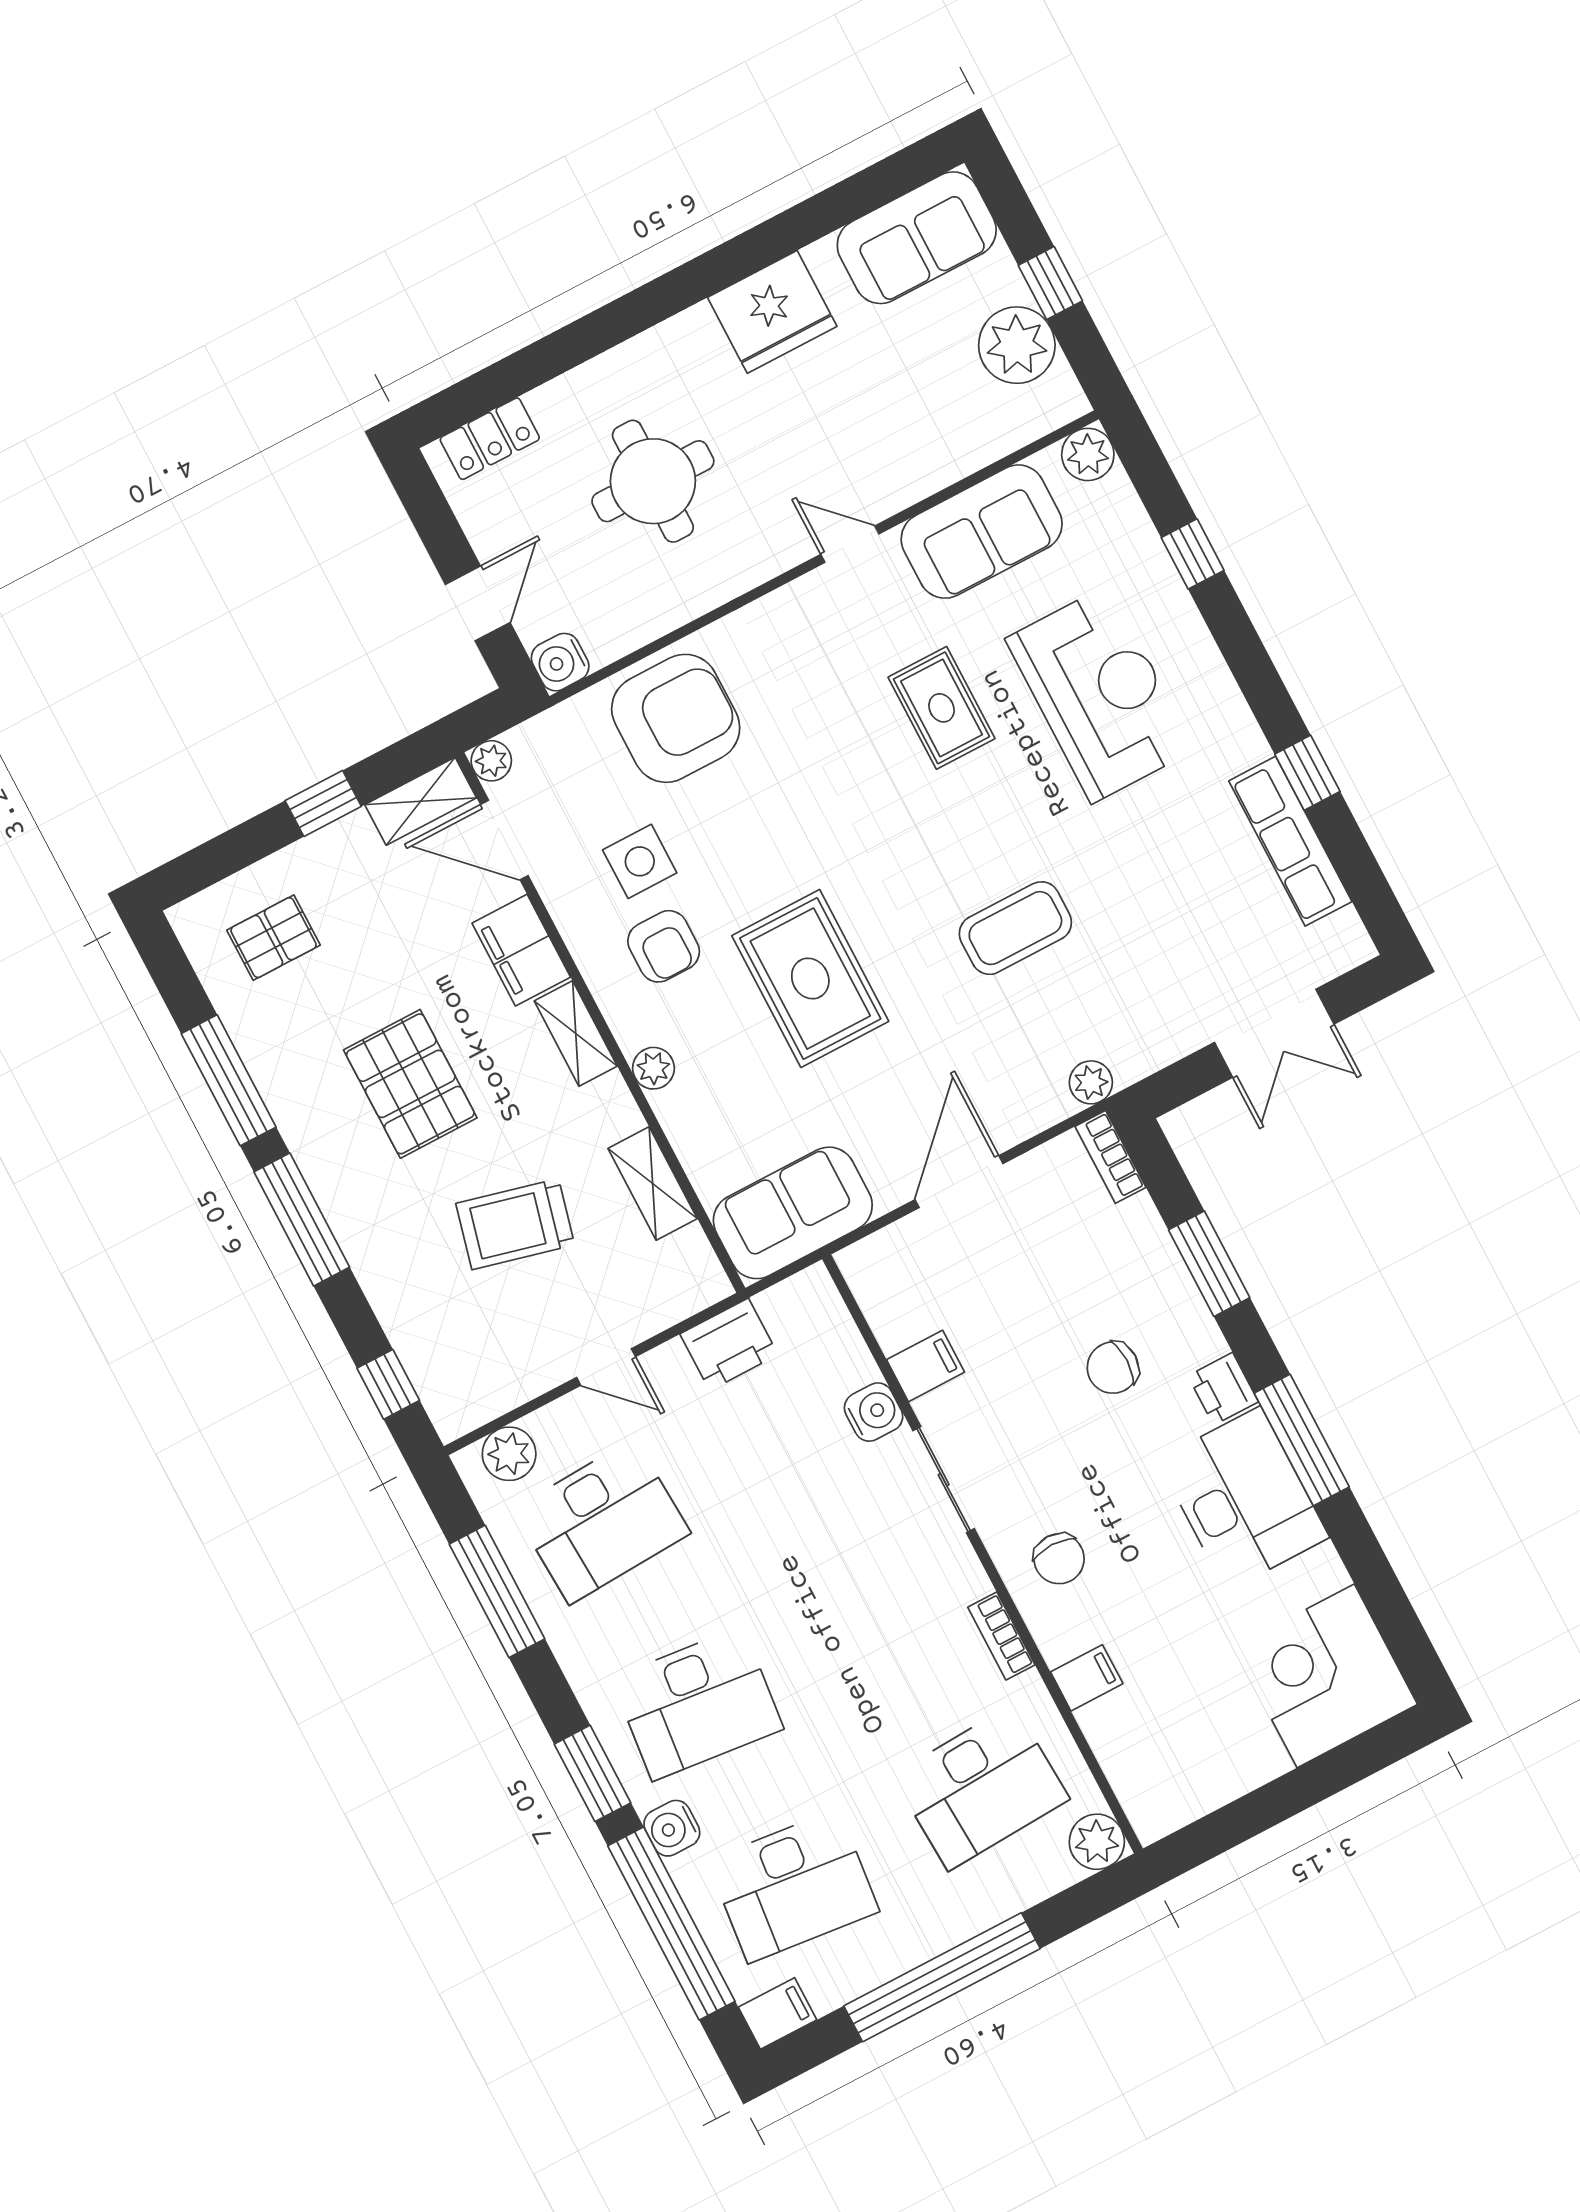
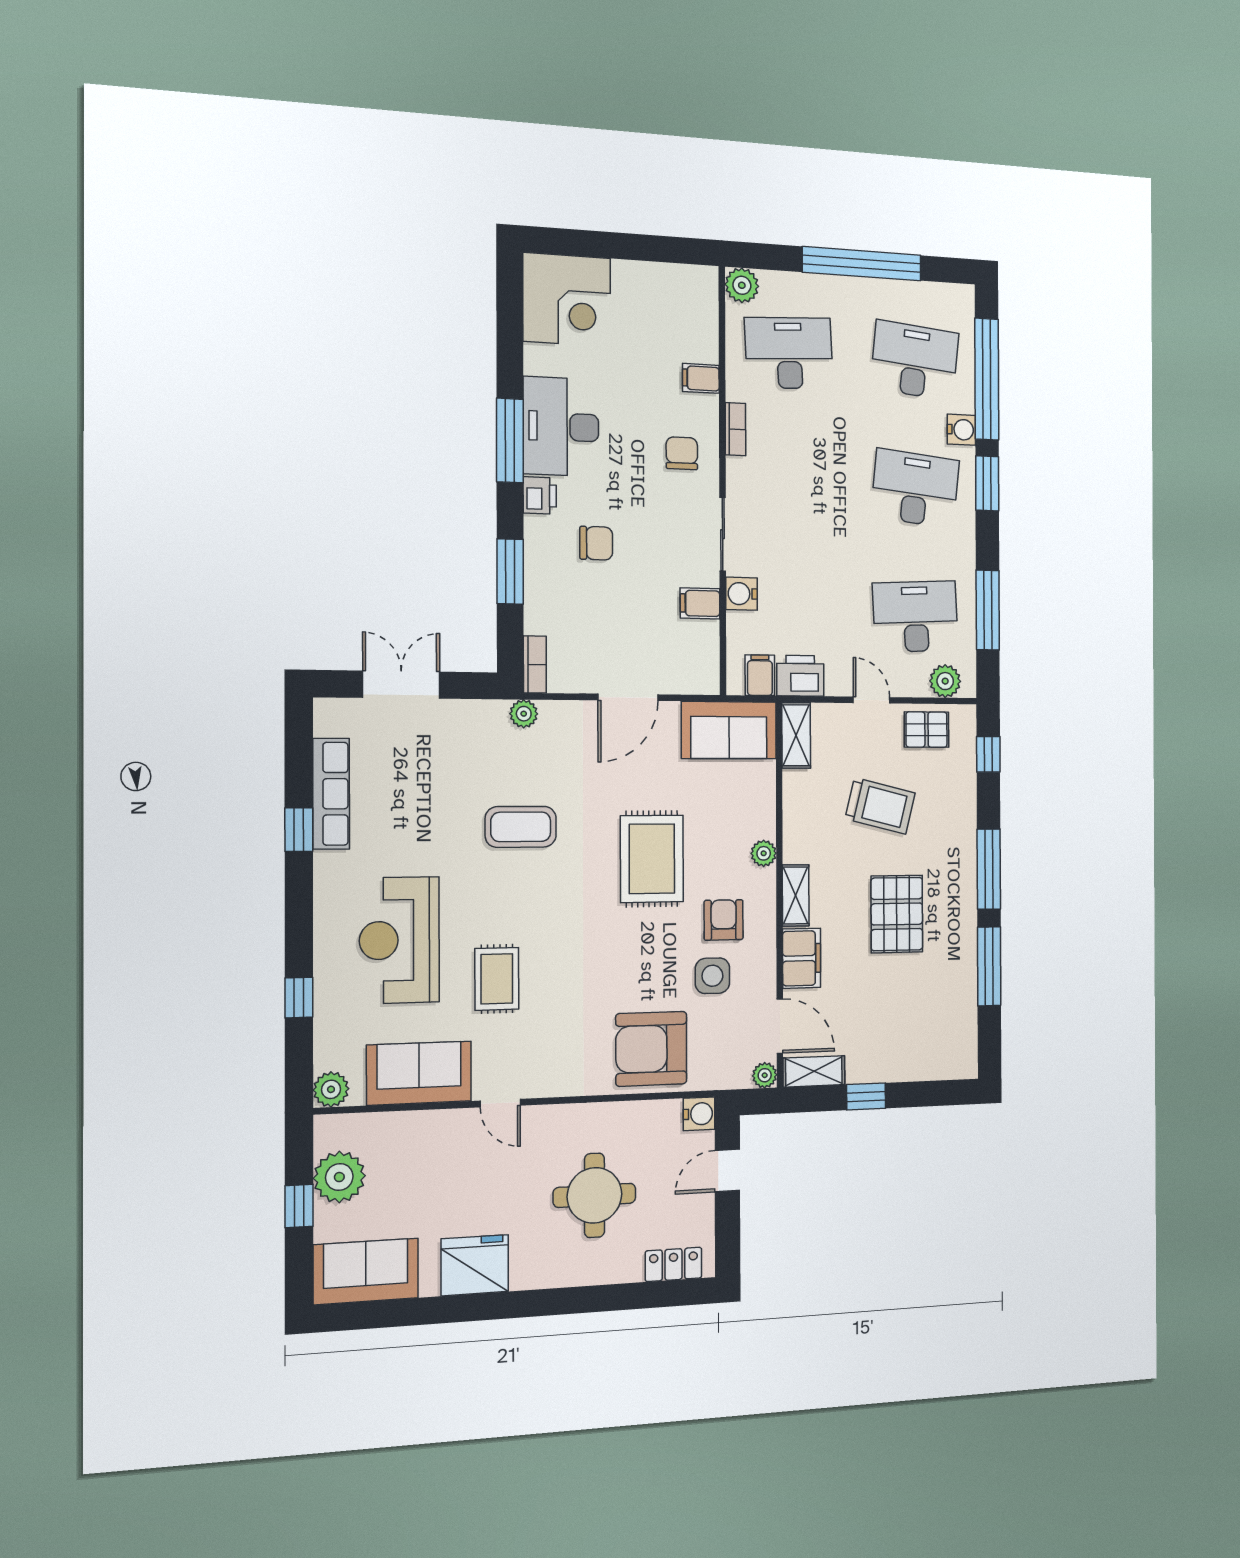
pallet: (274, 938) -> (926, 730), moved
shelving: (653, 1183) -> (796, 735), moved
filing cabinet: (778, 2014) -> (760, 675), moved, turned 90

